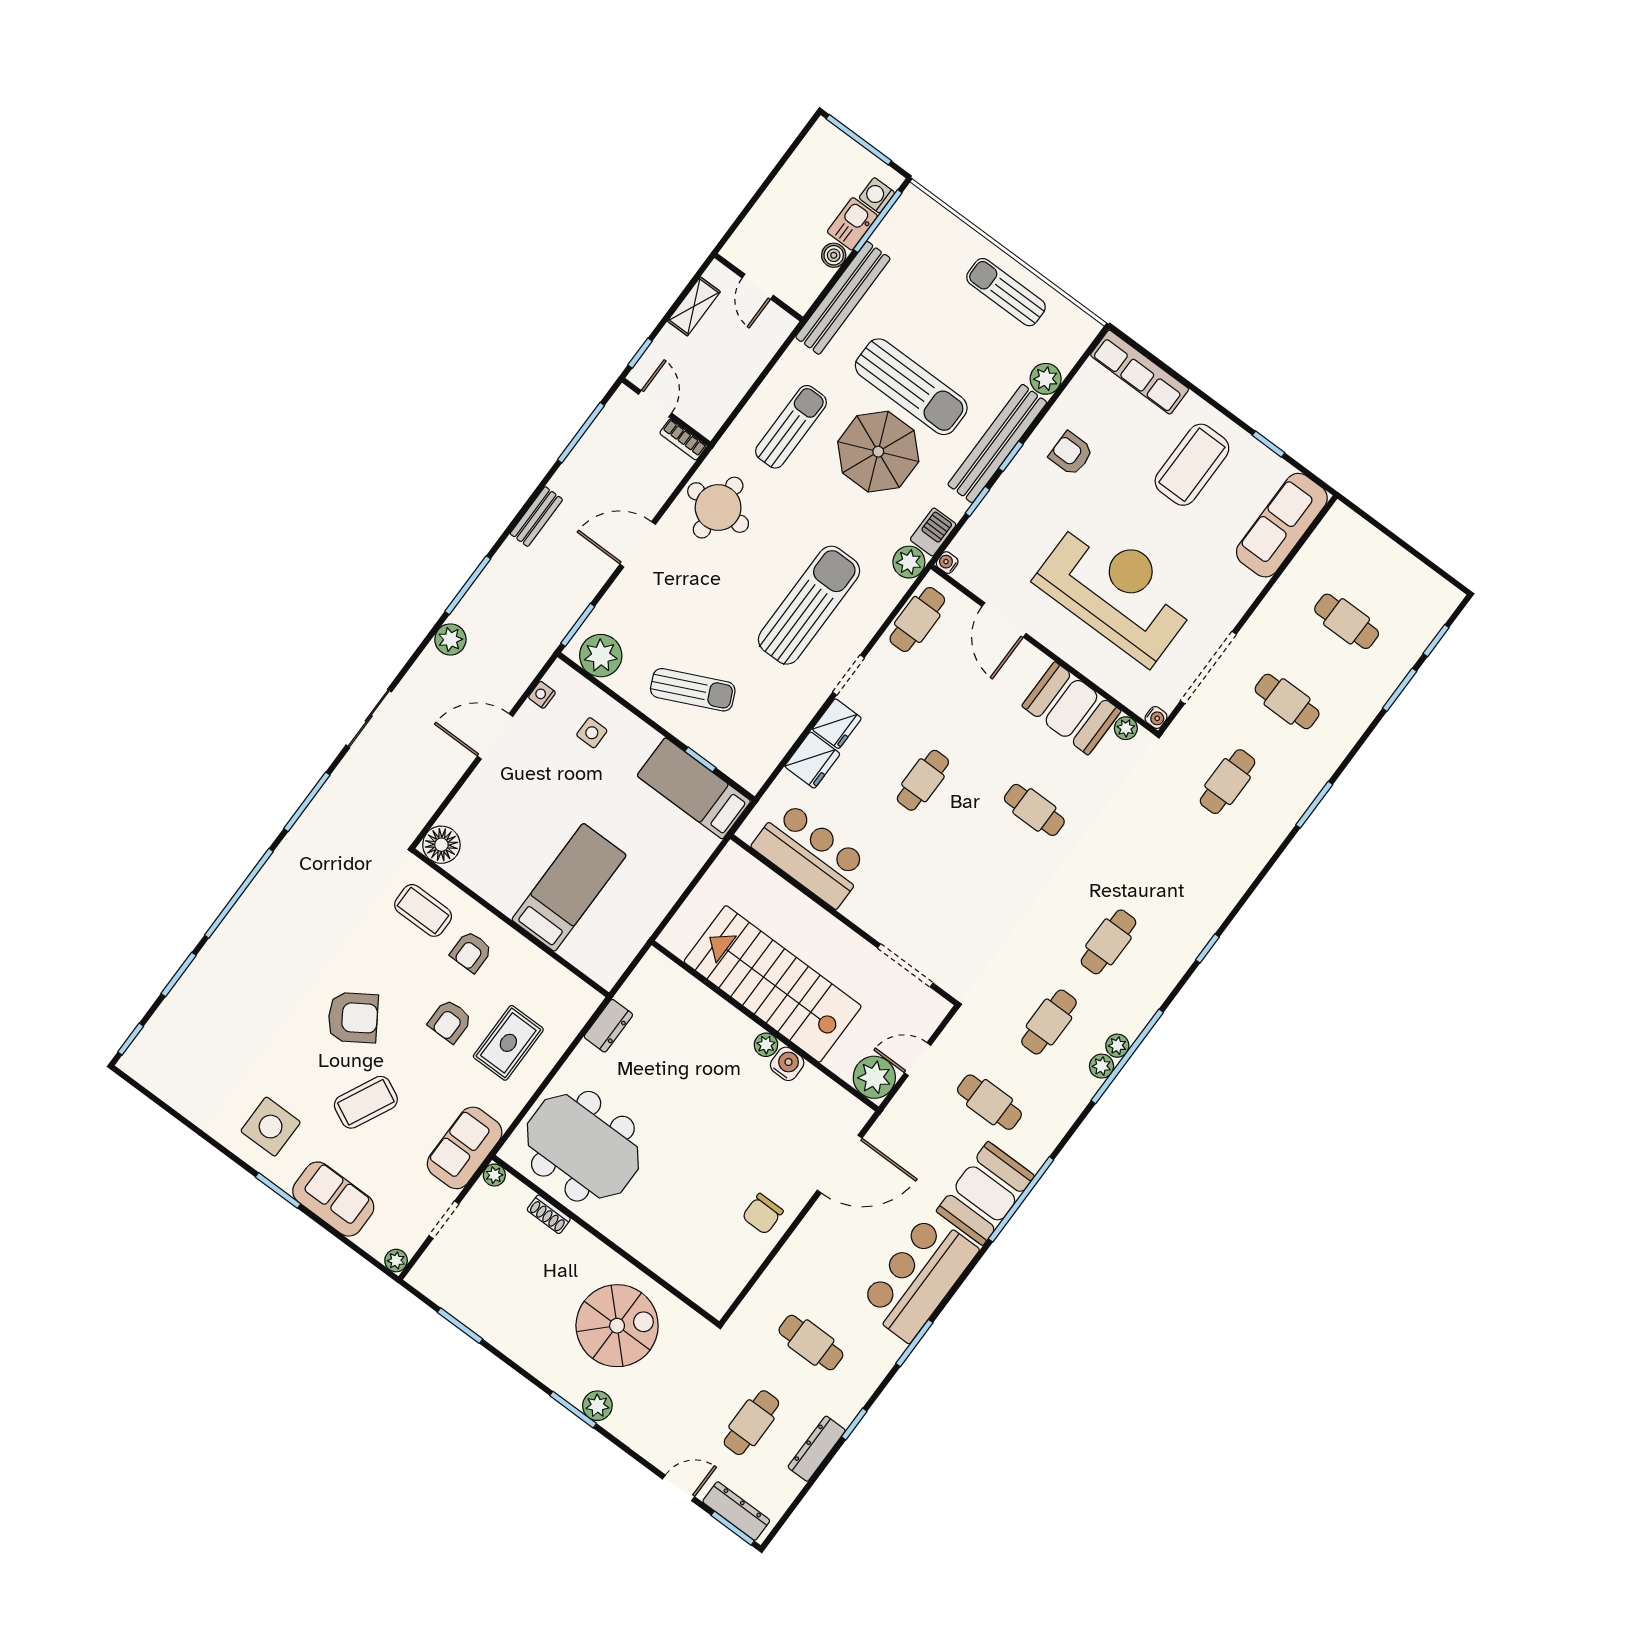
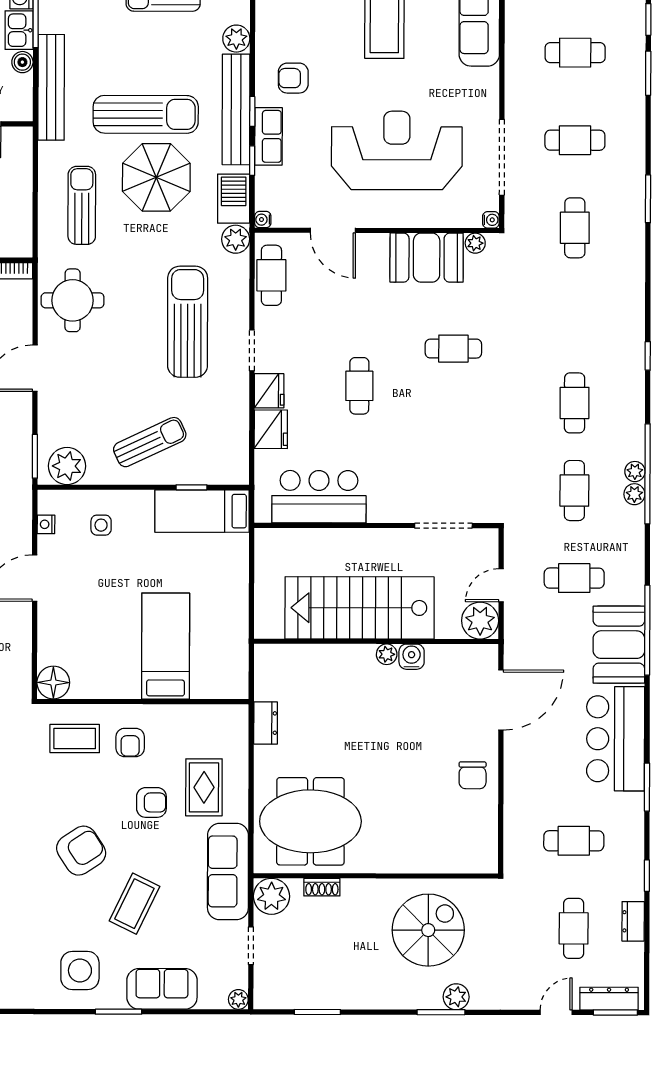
row of seats: (1009, 490) -> (268, 136), added
barbecue: (933, 532) -> (234, 199), width x1.38, depth x1.27
armchair: (450, 1021) -> (151, 802), turned -90
sofa: (465, 1148) -> (228, 871), width x1.36
plant: (494, 1175) -> (271, 896), width x1.88, depth x1.88
dresser: (817, 1449) -> (633, 921), width x0.70

